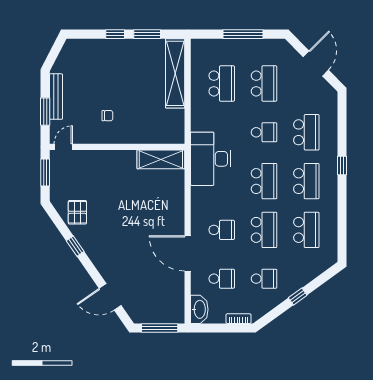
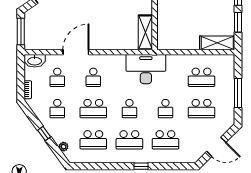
shelving: (175, 73) -> (217, 43), width x0.68
school desk: (264, 181) -> (129, 109), width x0.54
plant: (315, 270) -> (64, 147), added

